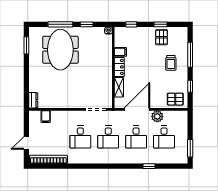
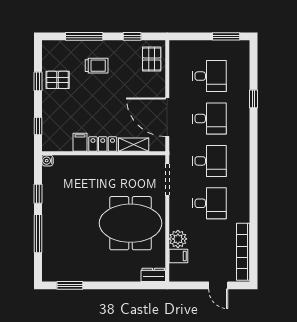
meeting table: (60, 50) -> (131, 223), moved
plant: (157, 116) -> (178, 239), moved

